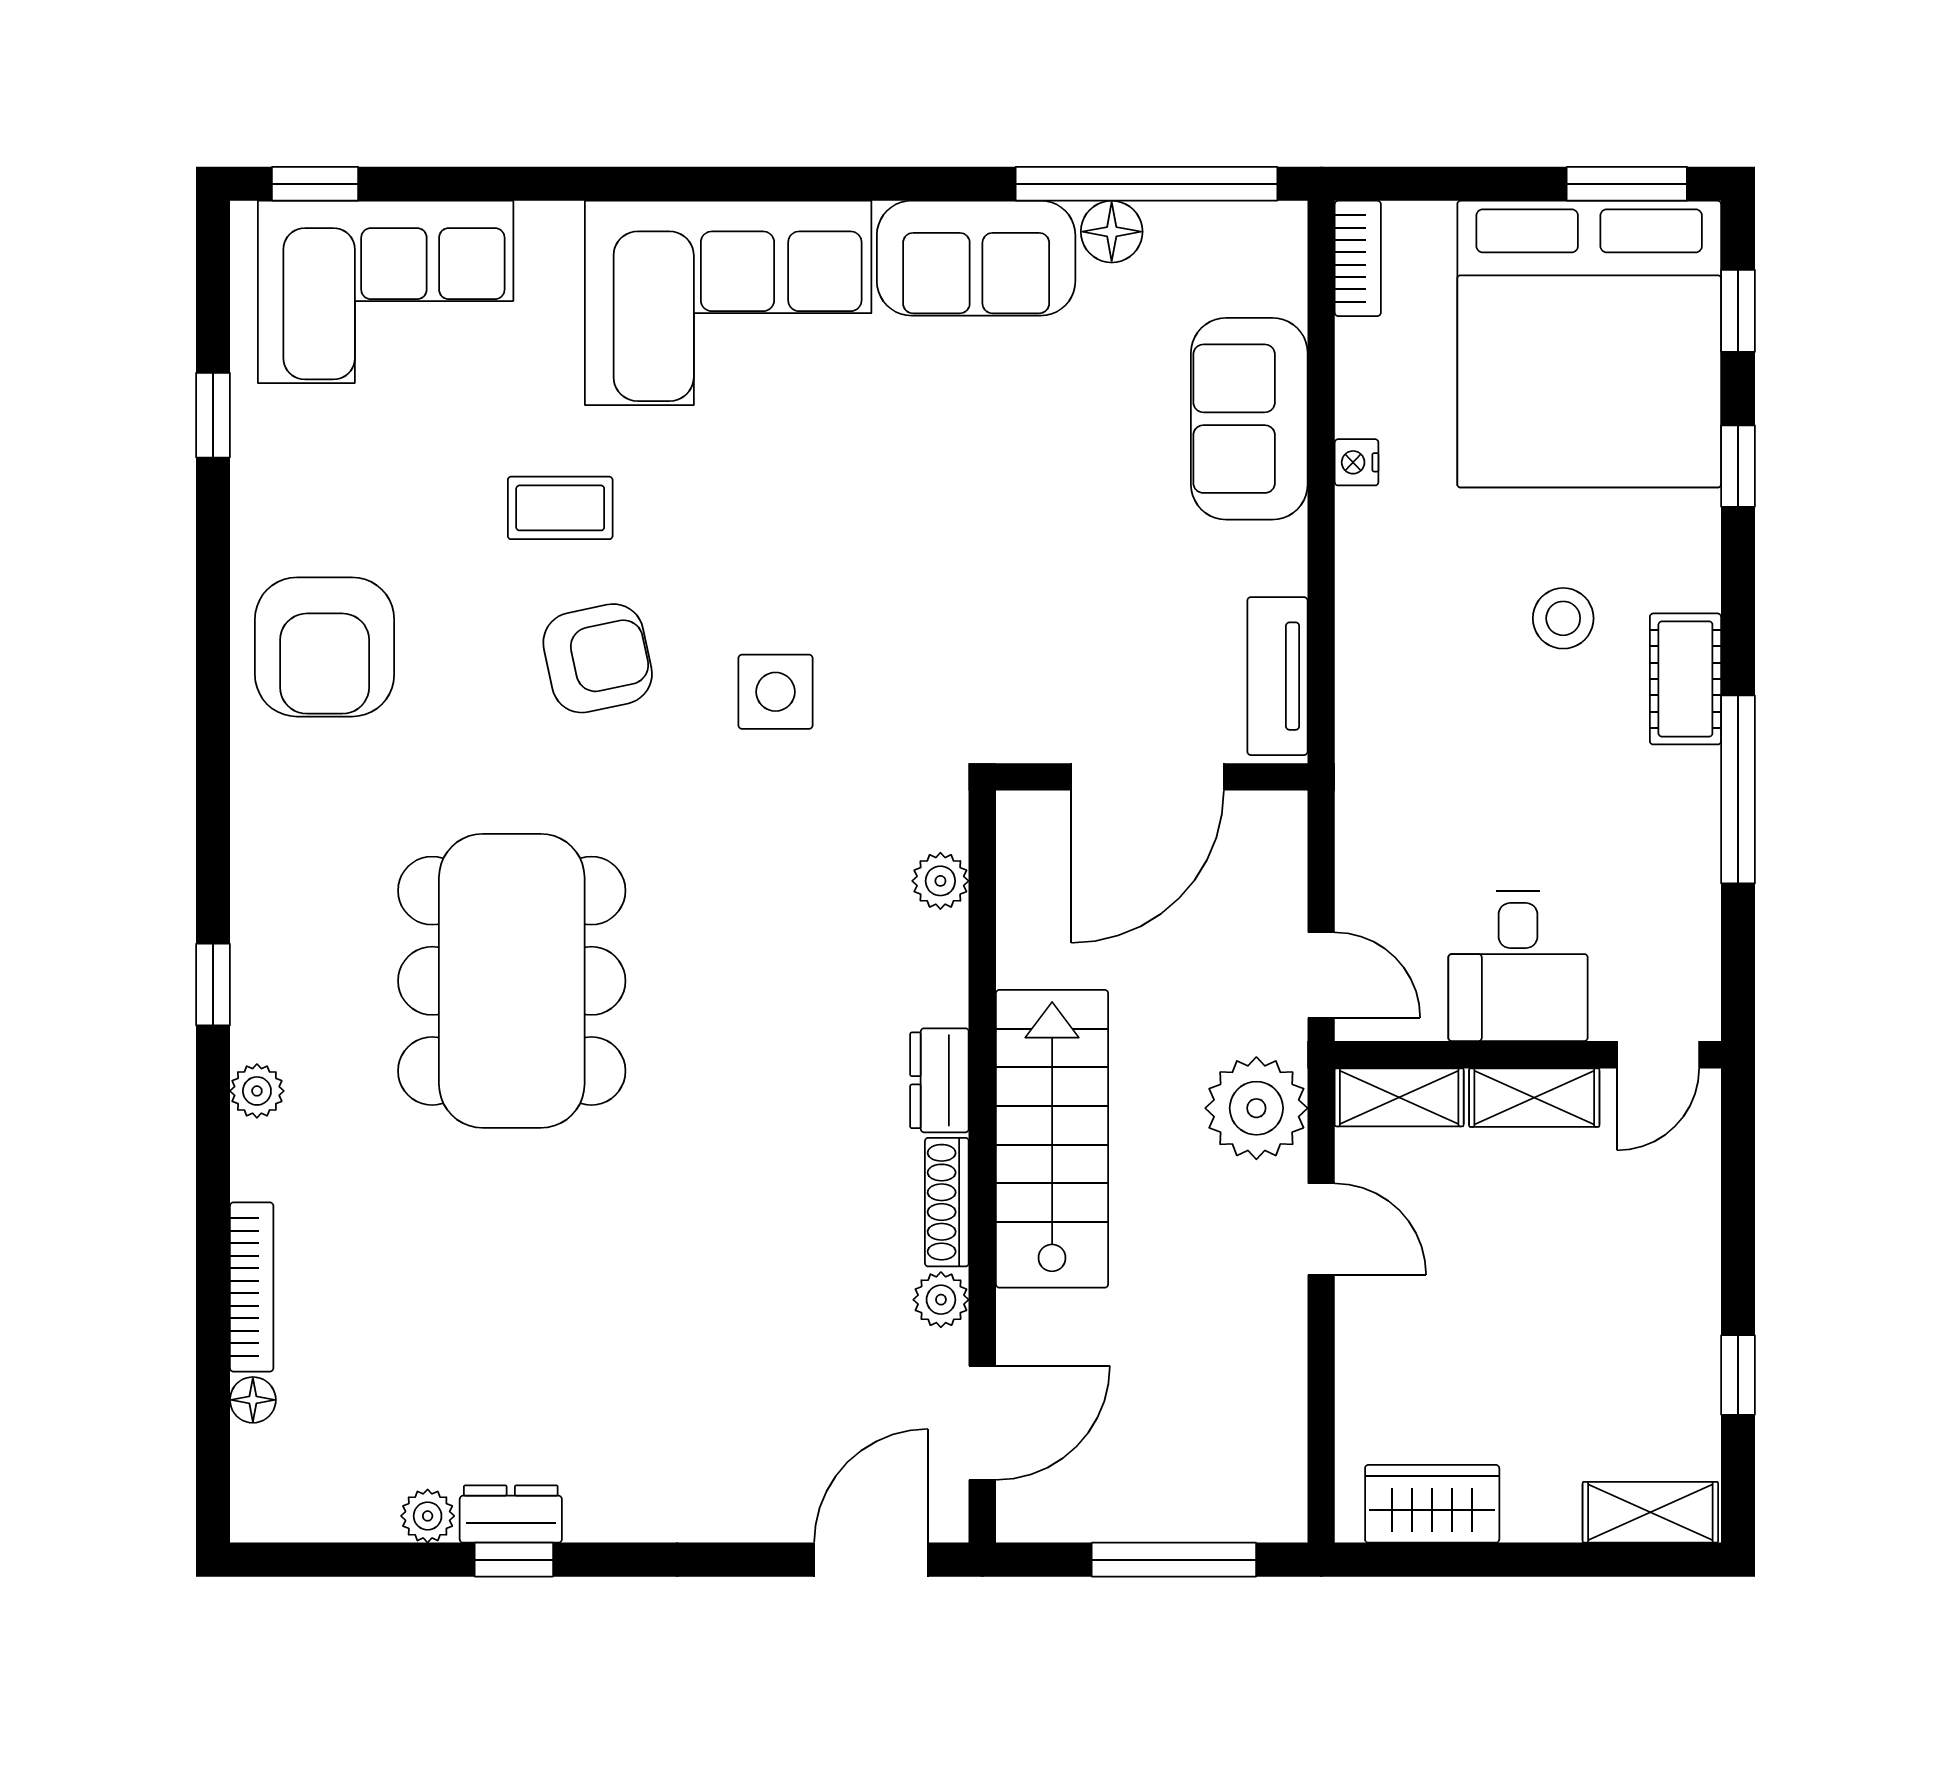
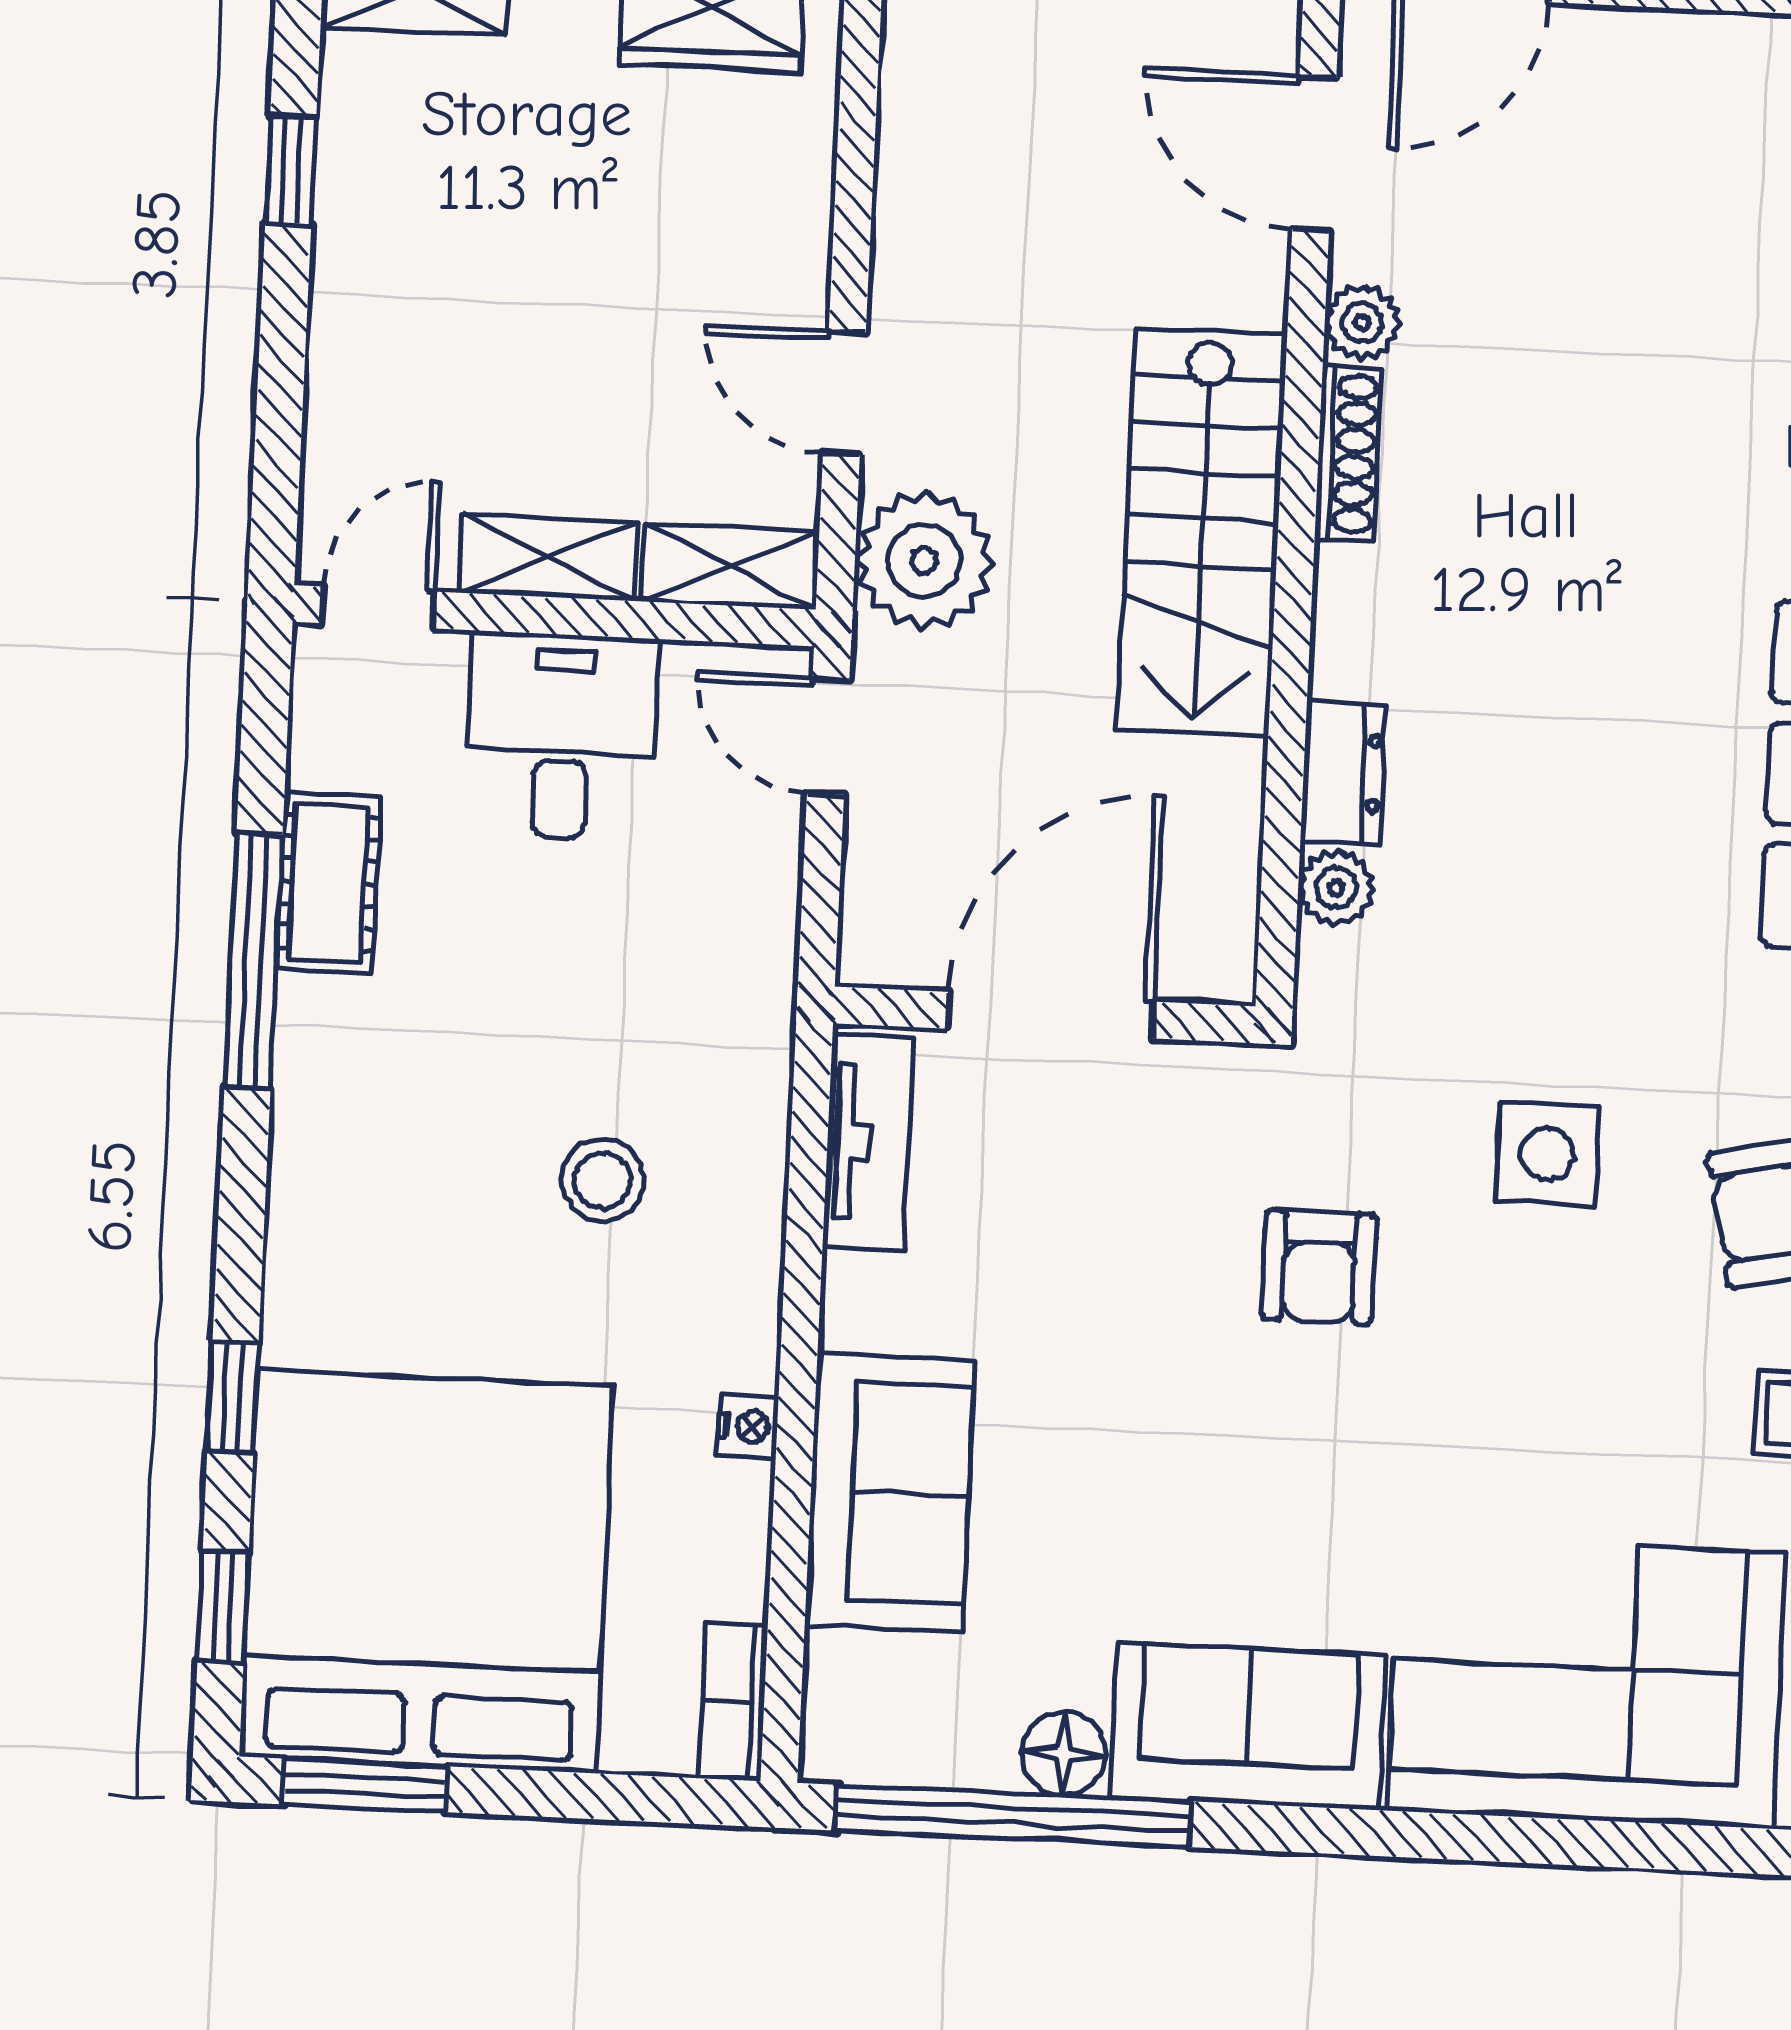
armchair: (940, 600) -> (1319, 1267), added
stool: (1563, 618) -> (603, 1180), moved
cot: (1685, 679) -> (328, 883), moved
dresser: (939, 1080) -> (1343, 772), moved
door: (982, 1423) -> (1314, 153), hinge flipped

